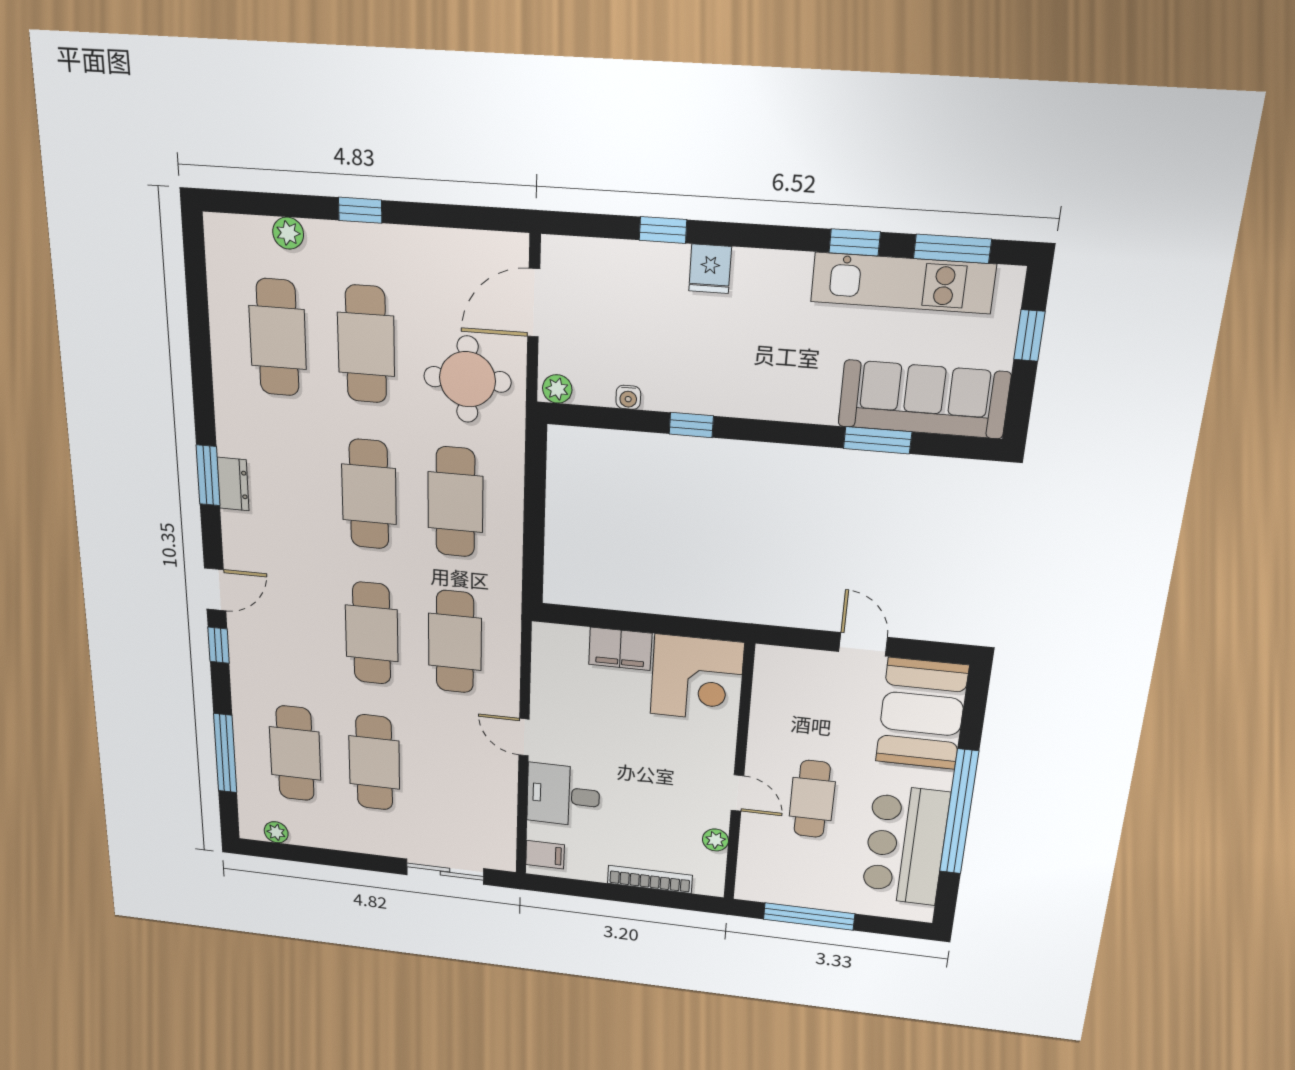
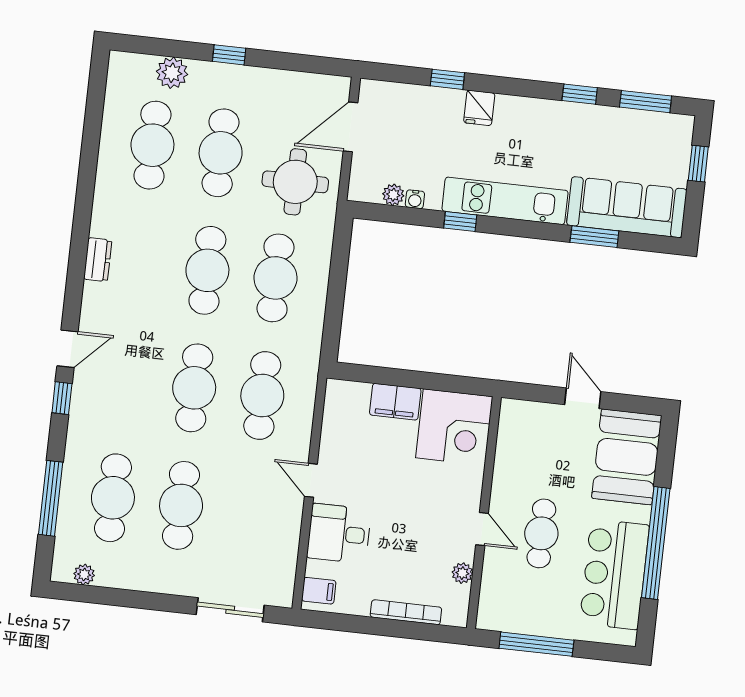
plant: (288, 233) -> (172, 73), width x1.38, depth x1.38
kitchen unit: (903, 283) -> (505, 201), moved, turned 180
plant: (557, 389) -> (393, 195), moved
window: (208, 475) -> (78, 252), removed

